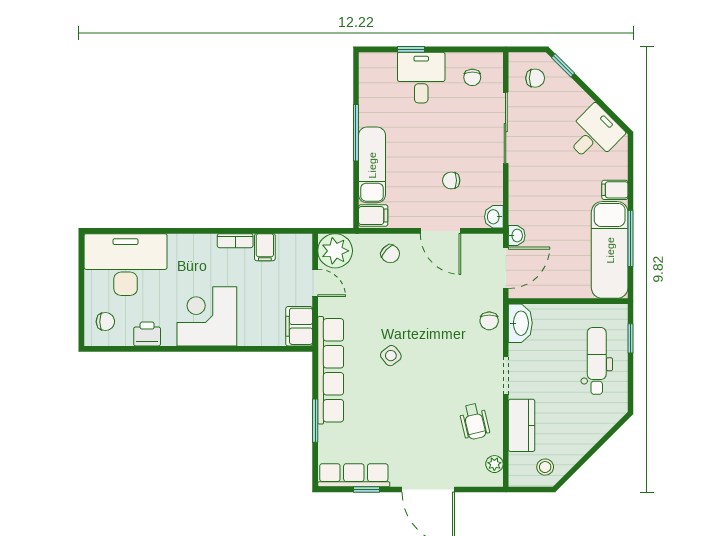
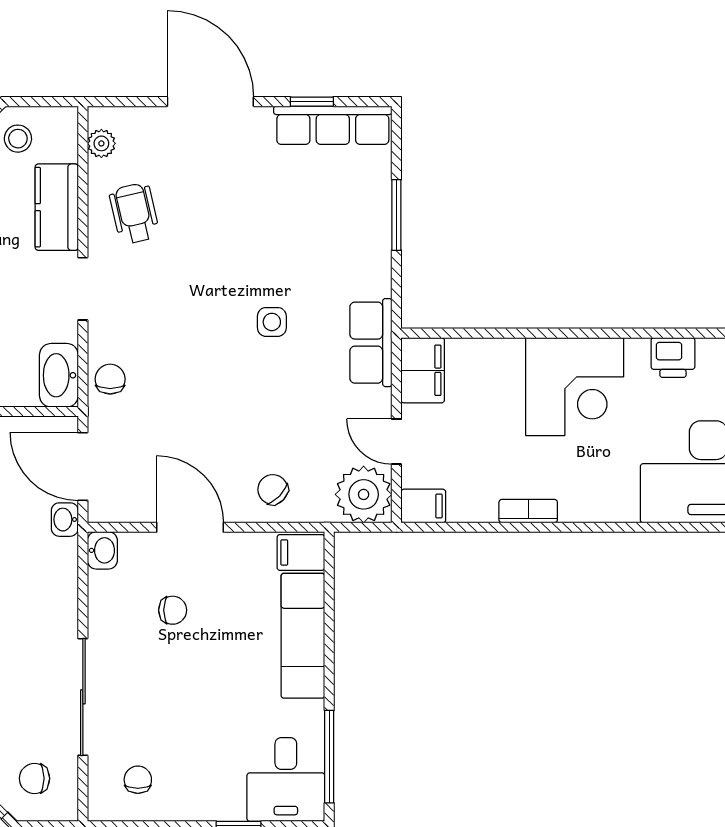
desk: (421, 78) -> (286, 780), moved
window: (356, 133) -> (329, 757), moved
filing cabinet: (265, 247) -> (423, 506), moved, turned 90
door: (506, 268) -> (83, 466), hinge flipped
side table: (391, 356) -> (272, 322), turned 38
row of seats: (331, 370) -> (371, 343), width x0.50

